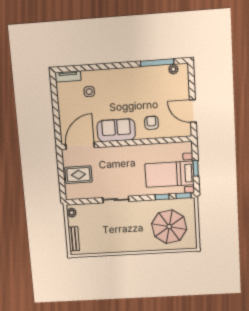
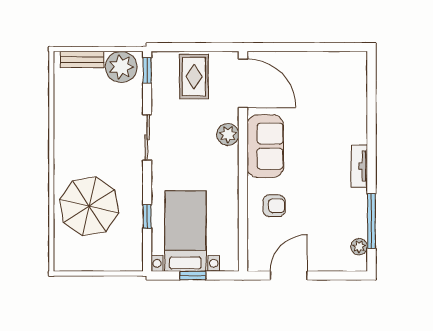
tv unit: (68, 76) -> (359, 166), moved
side table: (89, 92) -> (332, 106), removed
plant: (111, 153) -> (228, 134), added
window: (184, 196) -> (147, 70), moved
plant: (72, 213) -> (121, 67), width x1.88, depth x1.88
parasol: (169, 227) -> (89, 206), moved

